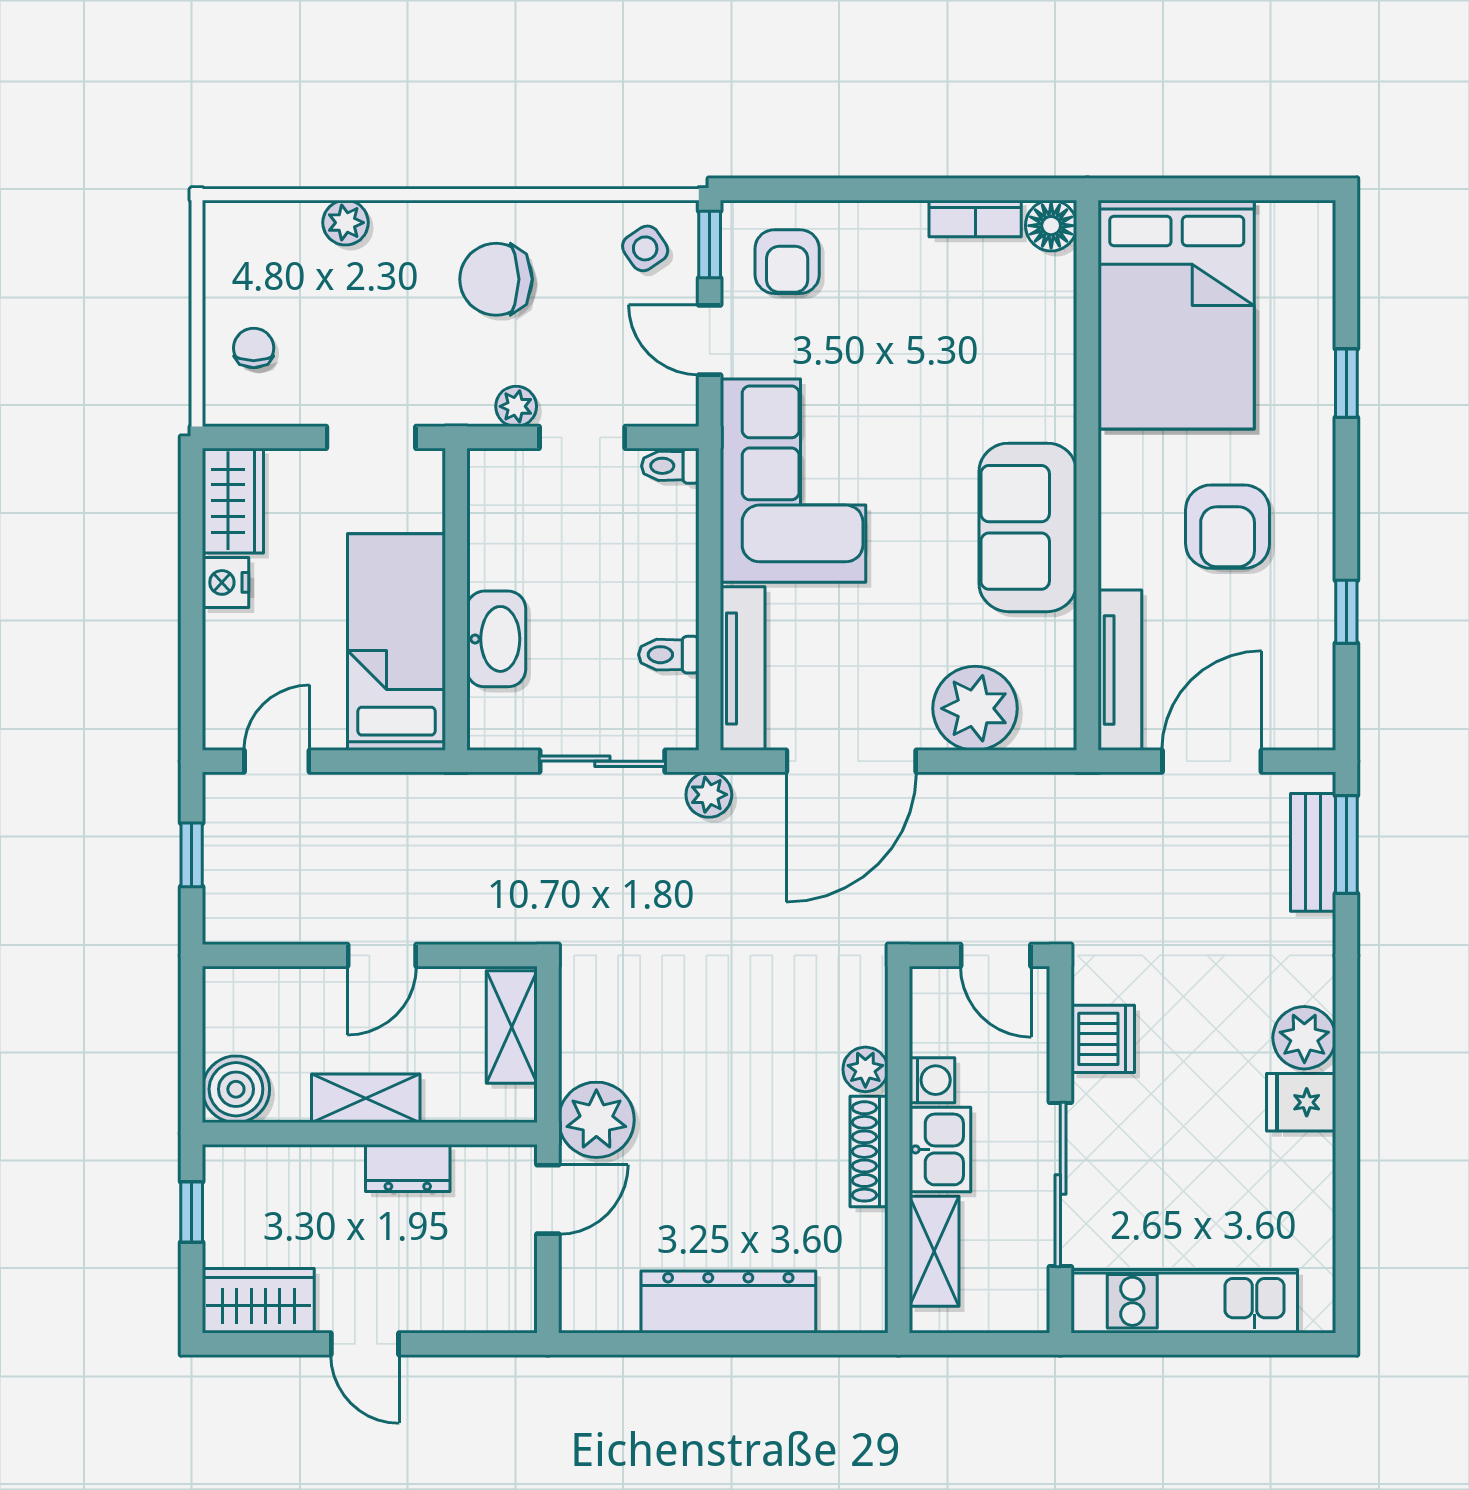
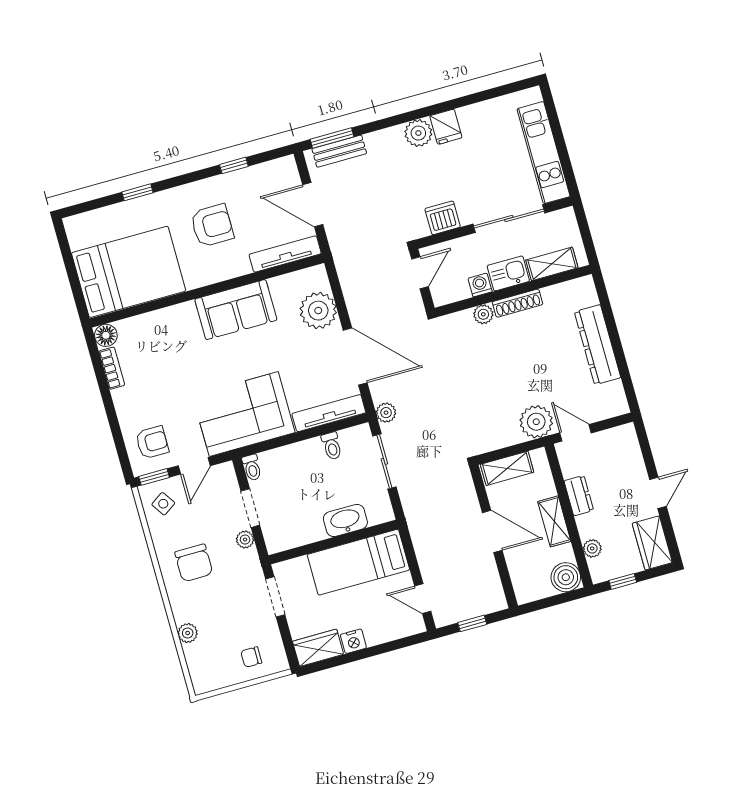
door: (382, 955) -> (492, 531), width x1.38
plant: (283, 1165) -> (592, 548), added

